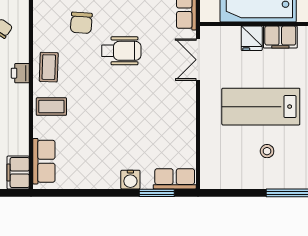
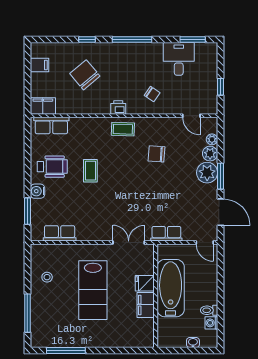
wheelchair: (121, 51) -> (52, 167), moved, turned -90
coffee table: (51, 107) -> (90, 171), moved
lab bench: (261, 107) -> (93, 290), turned 180
stool: (267, 151) -> (47, 277), moved
row of seats: (175, 179) -> (60, 233), moved, turned -90

